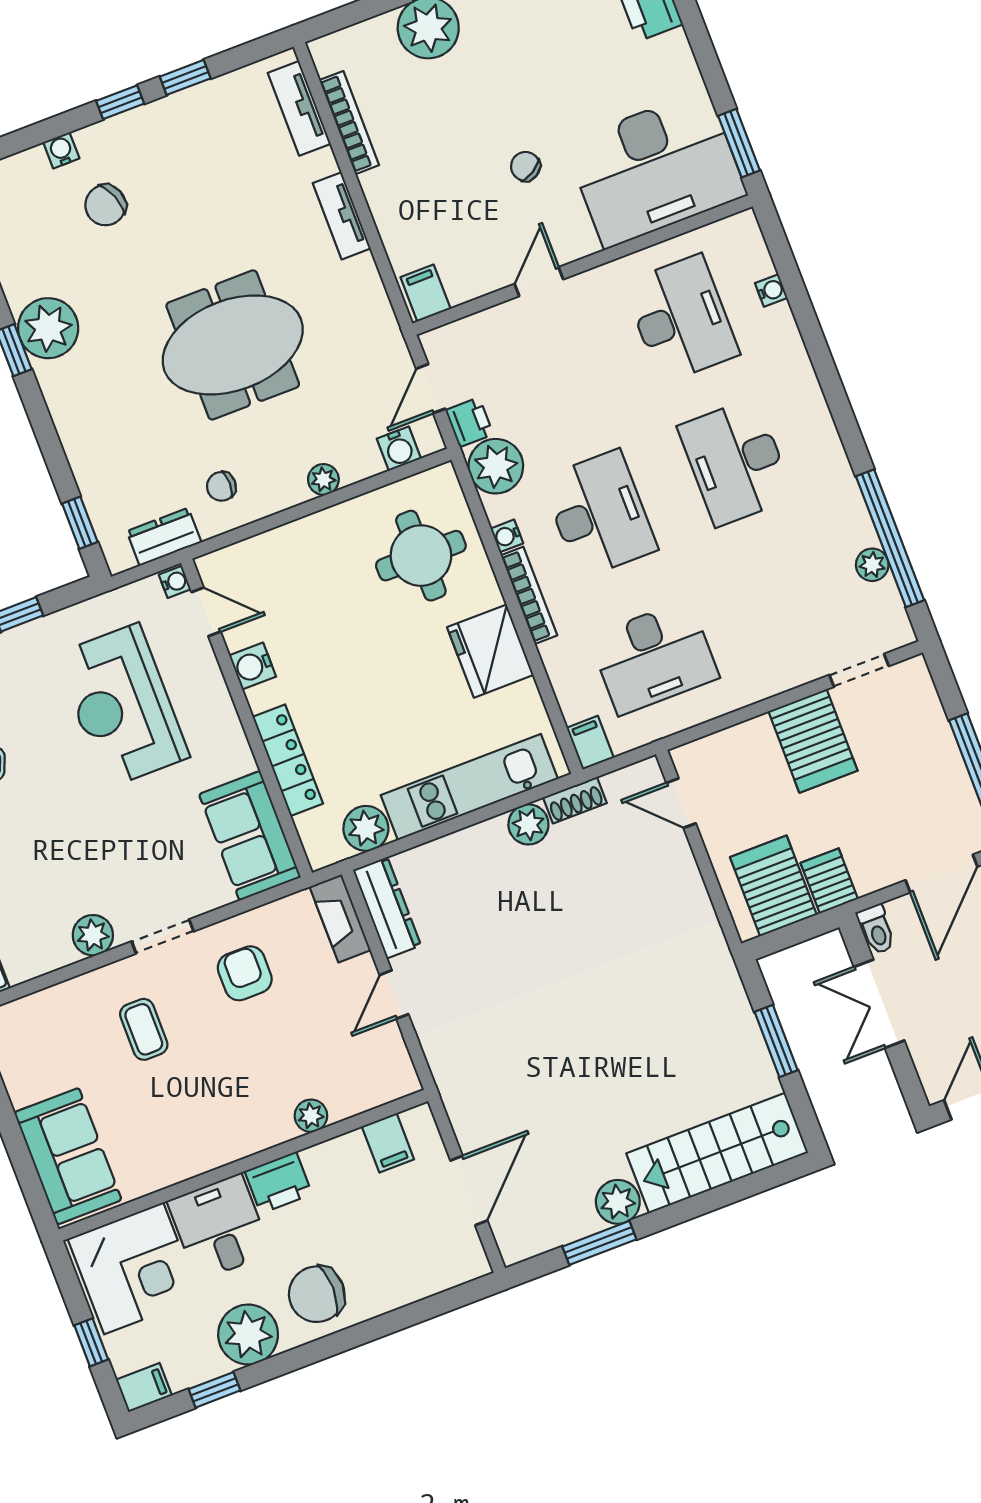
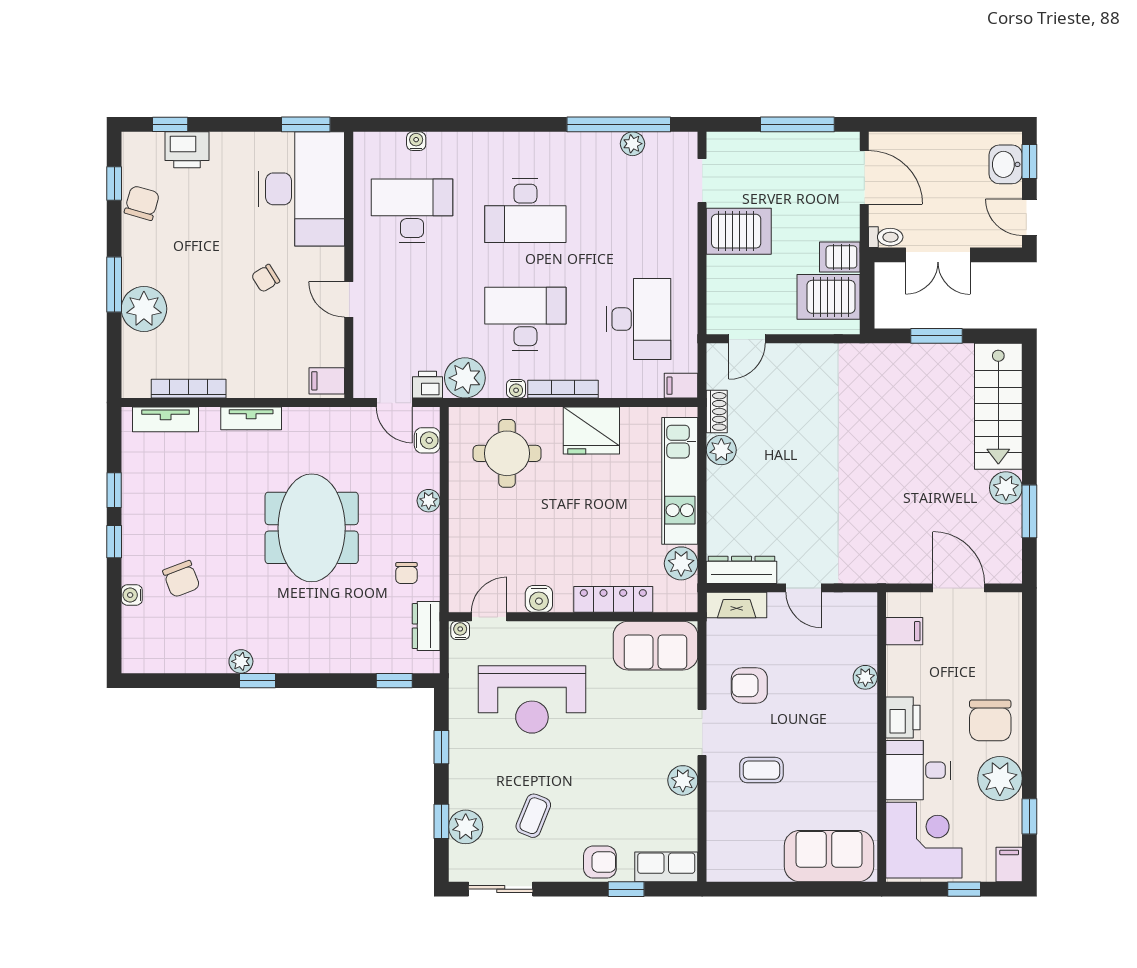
plant: (48, 328) -> (241, 661), width x0.53, depth x0.53

